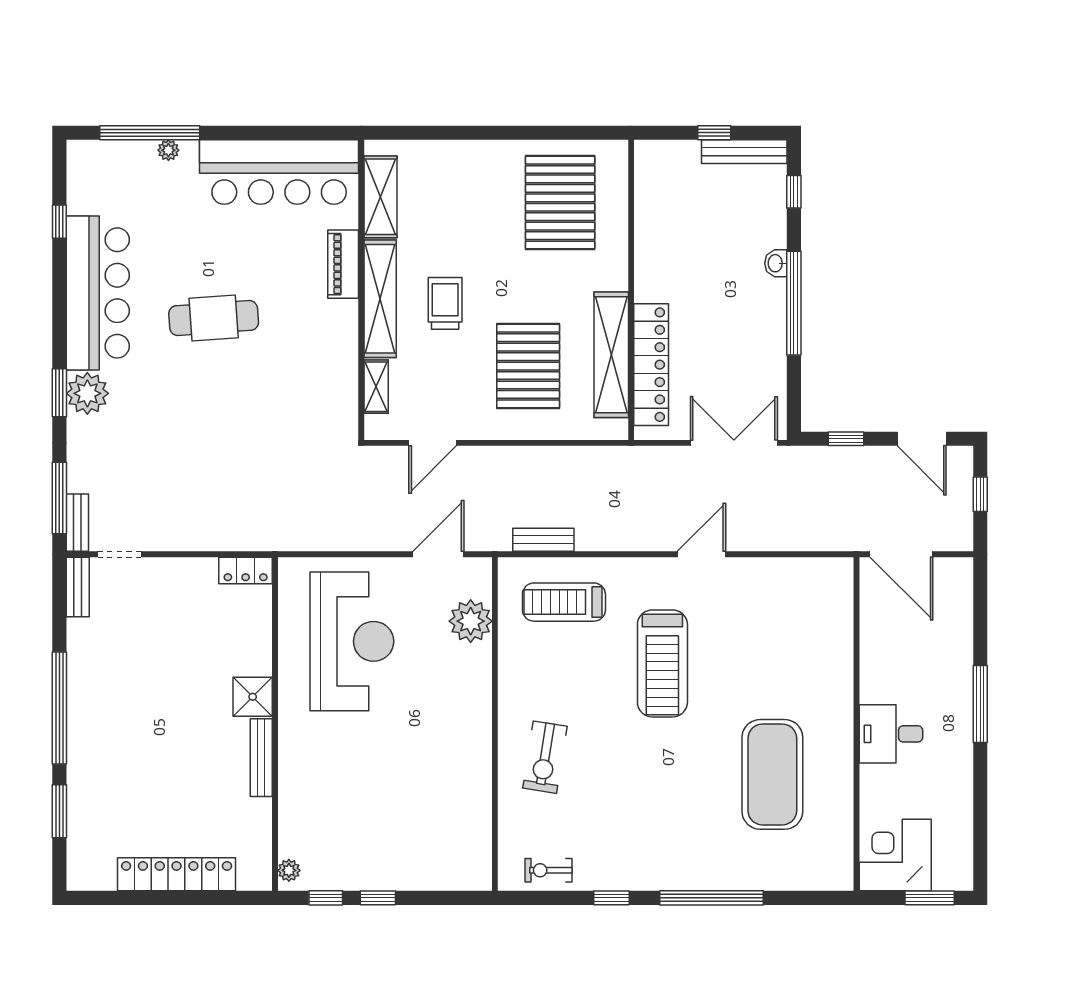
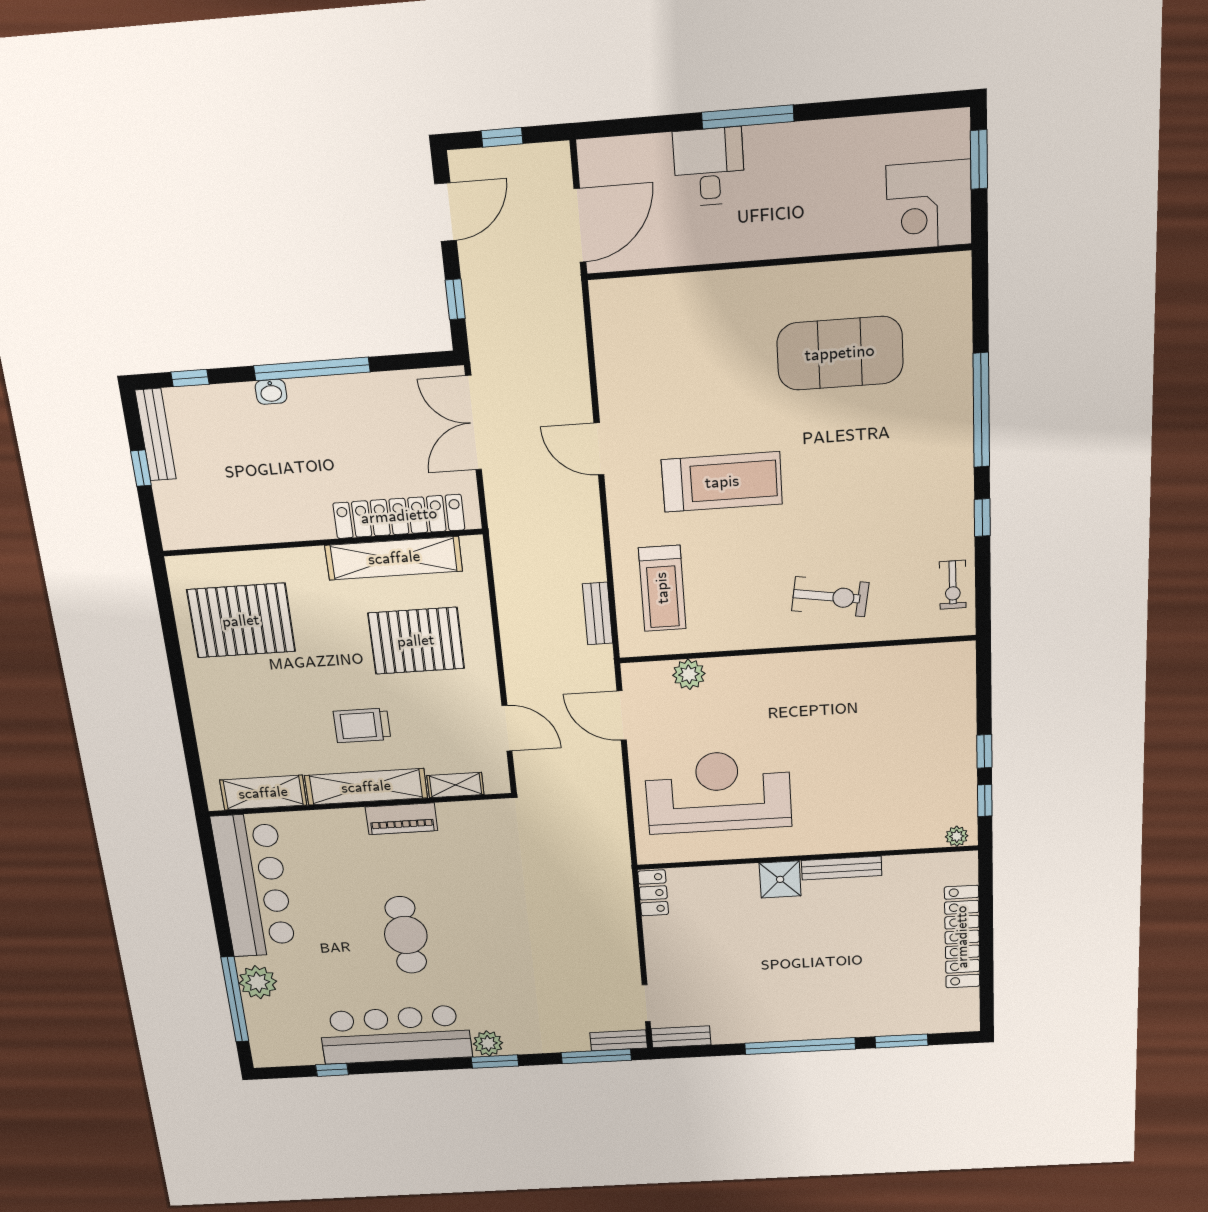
plant: (168, 150) -> (258, 982), width x1.87, depth x1.87
piano: (343, 264) -> (401, 819), moved
plant: (87, 393) -> (488, 1043), width x0.73, depth x0.73
plant: (471, 621) -> (689, 674), width x0.73, depth x0.73
desk: (891, 734) -> (709, 167), moved, turned 180

